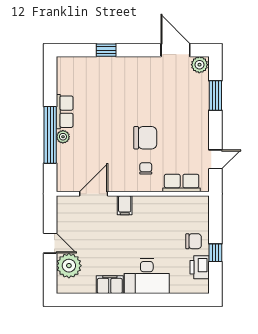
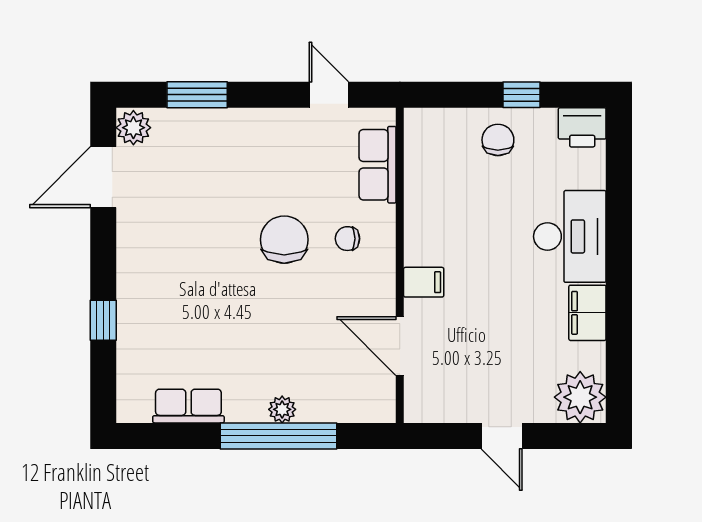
row of seats: (65, 112) -> (188, 406), moved
door: (50, 243) -> (502, 436), swing flipped
plant: (69, 266) -> (580, 397), moved
printer: (200, 267) -> (582, 127), moved

